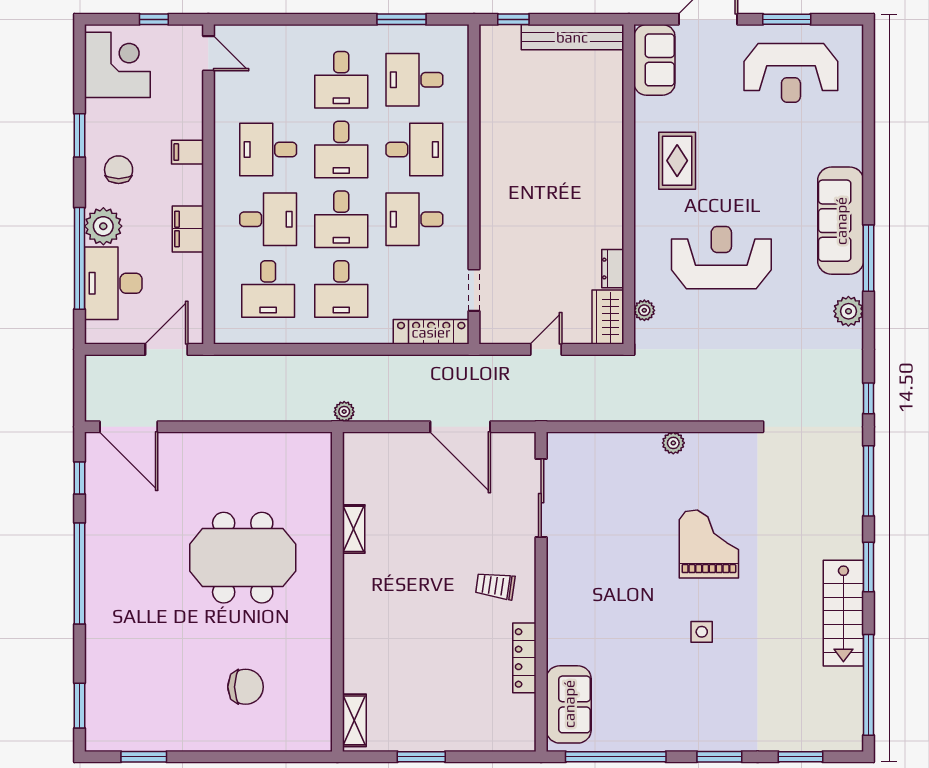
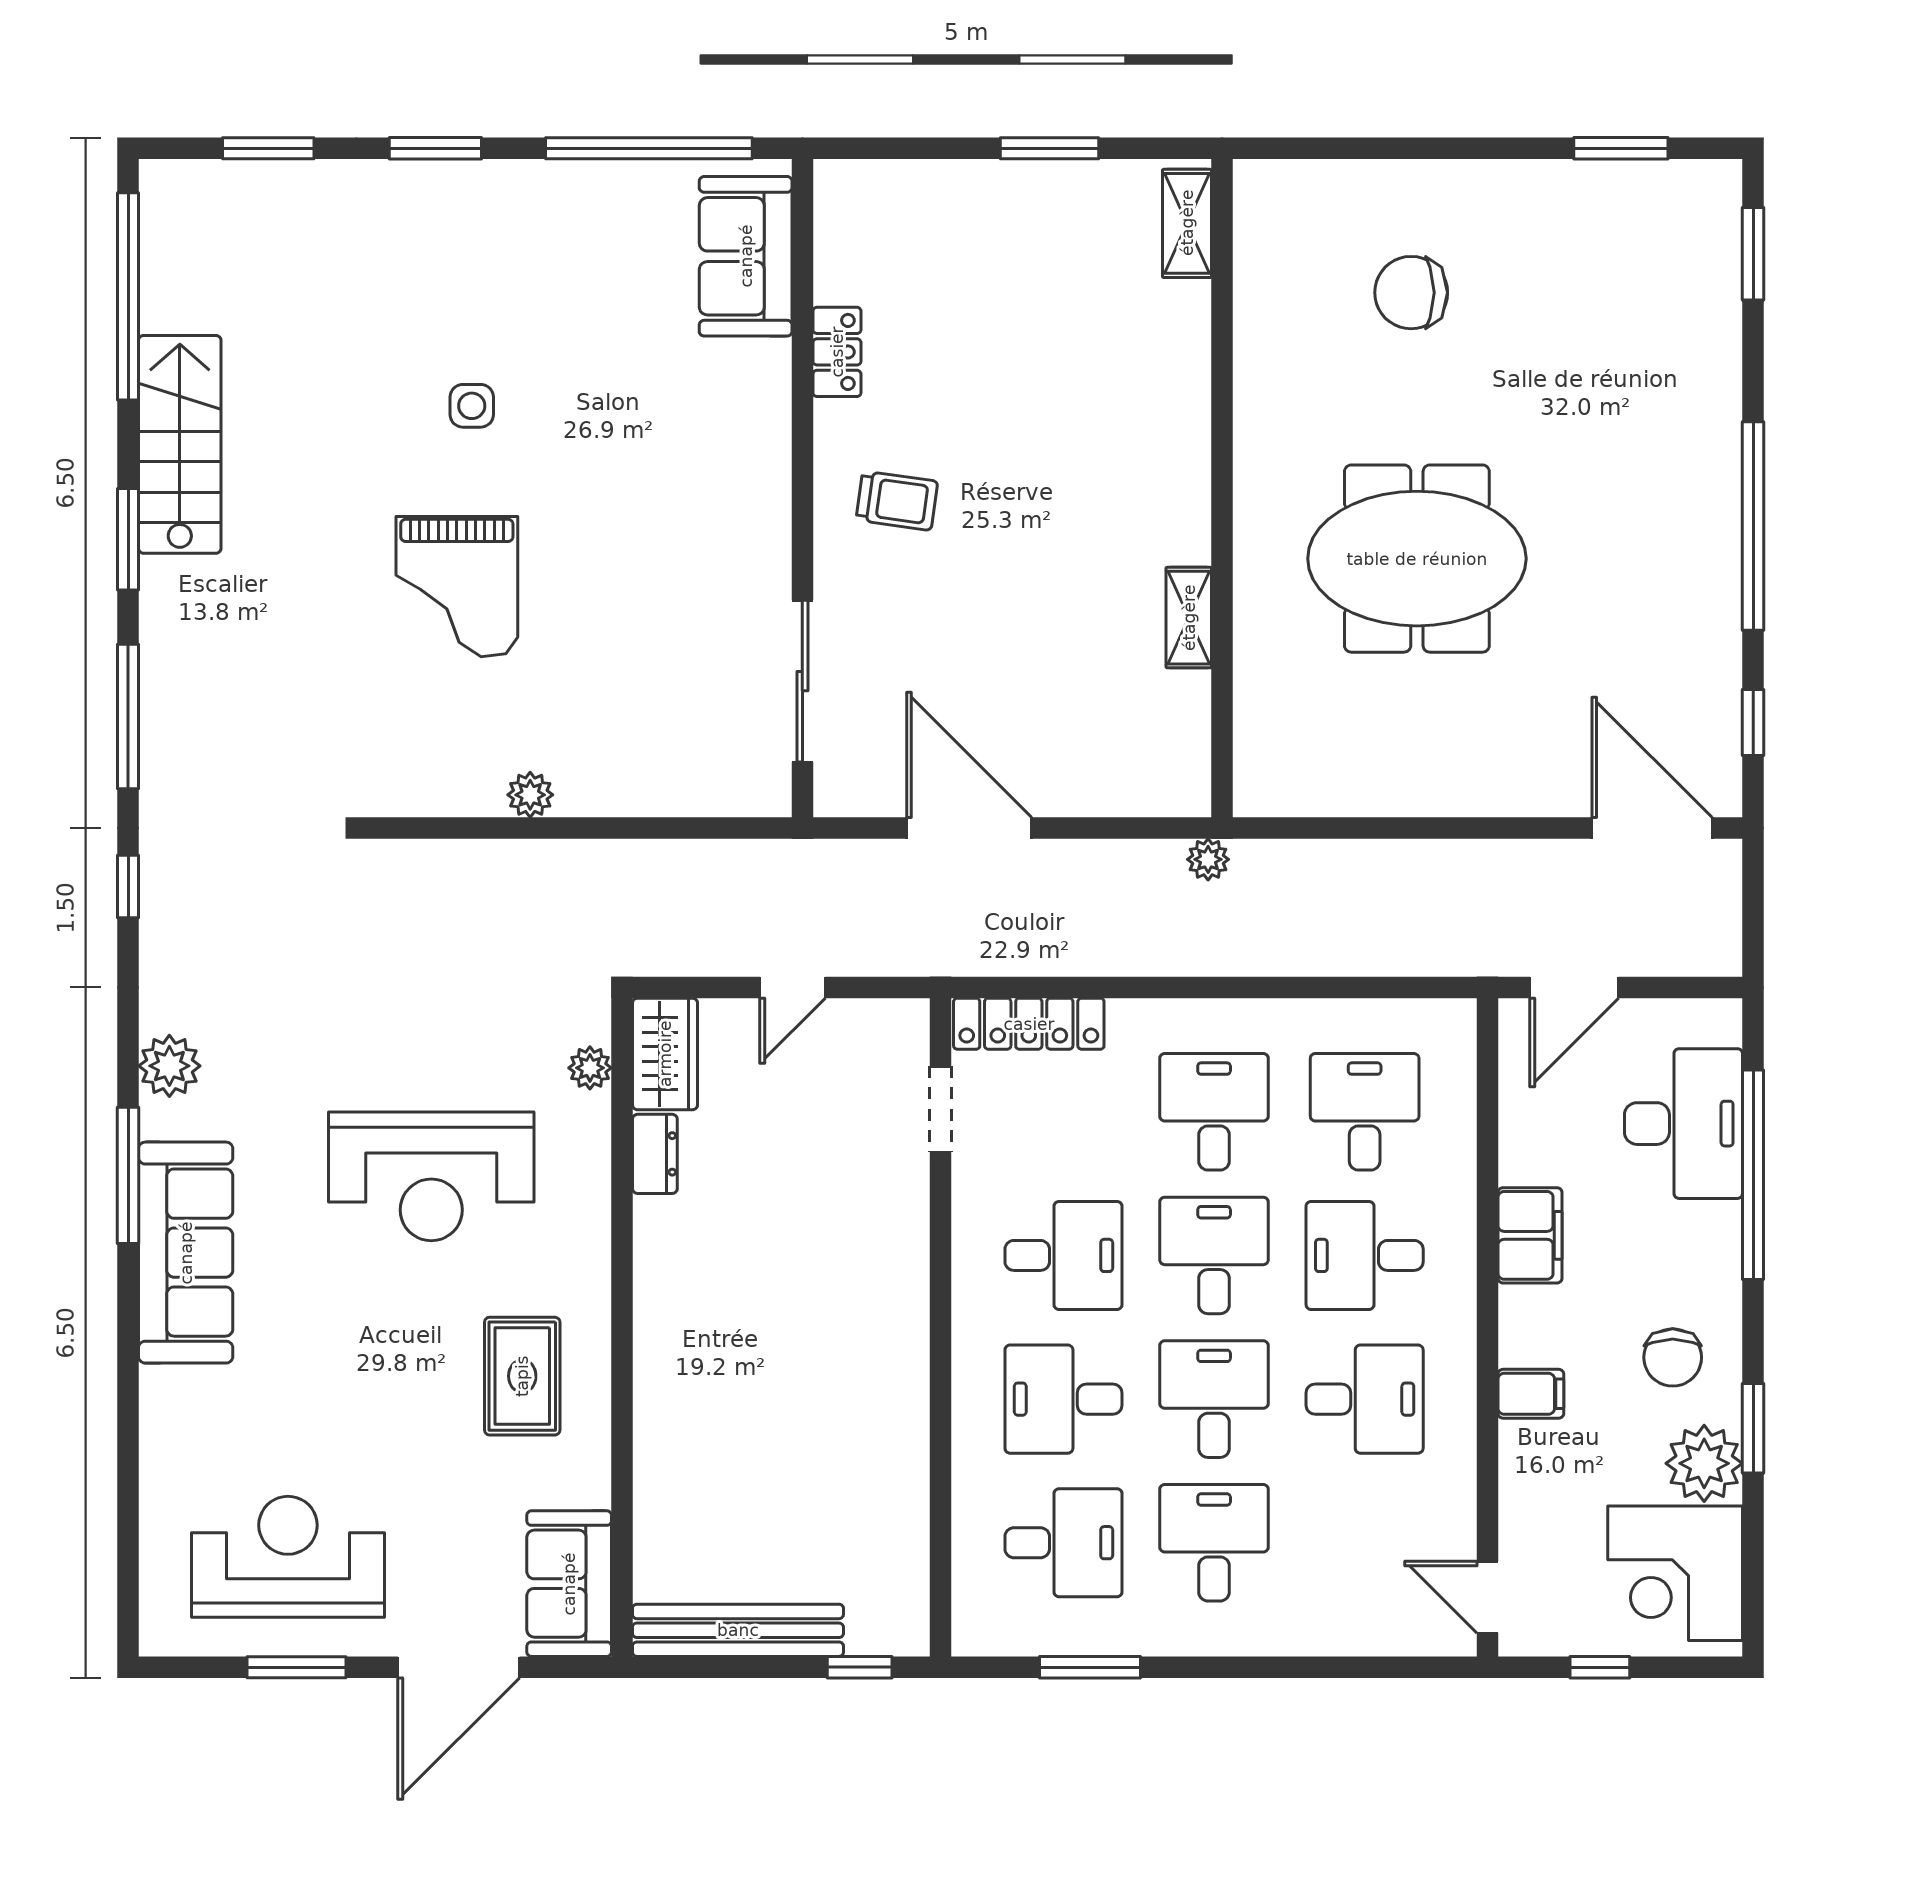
plant: (103, 226) -> (1704, 1463), moved
locker: (524, 658) -> (837, 352), width x0.66

